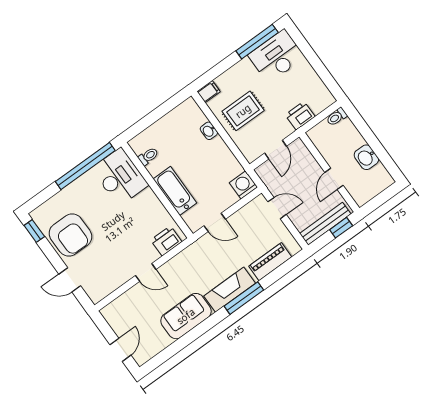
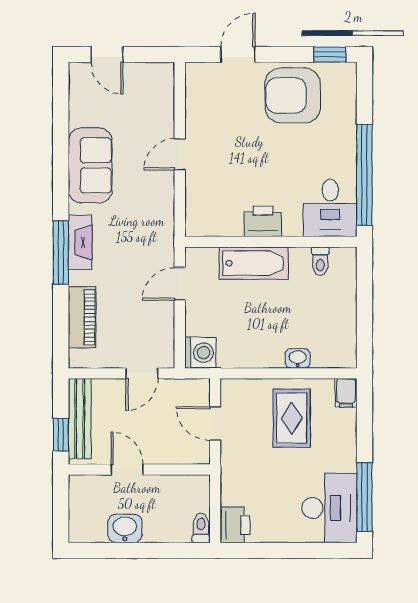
printer: (300, 116) -> (235, 525), moved
desk: (120, 177) -> (330, 208), width x0.73
printer: (166, 241) -> (263, 221), moved, turned -90
fireplace: (230, 290) -> (80, 242), width x0.73, depth x0.76

